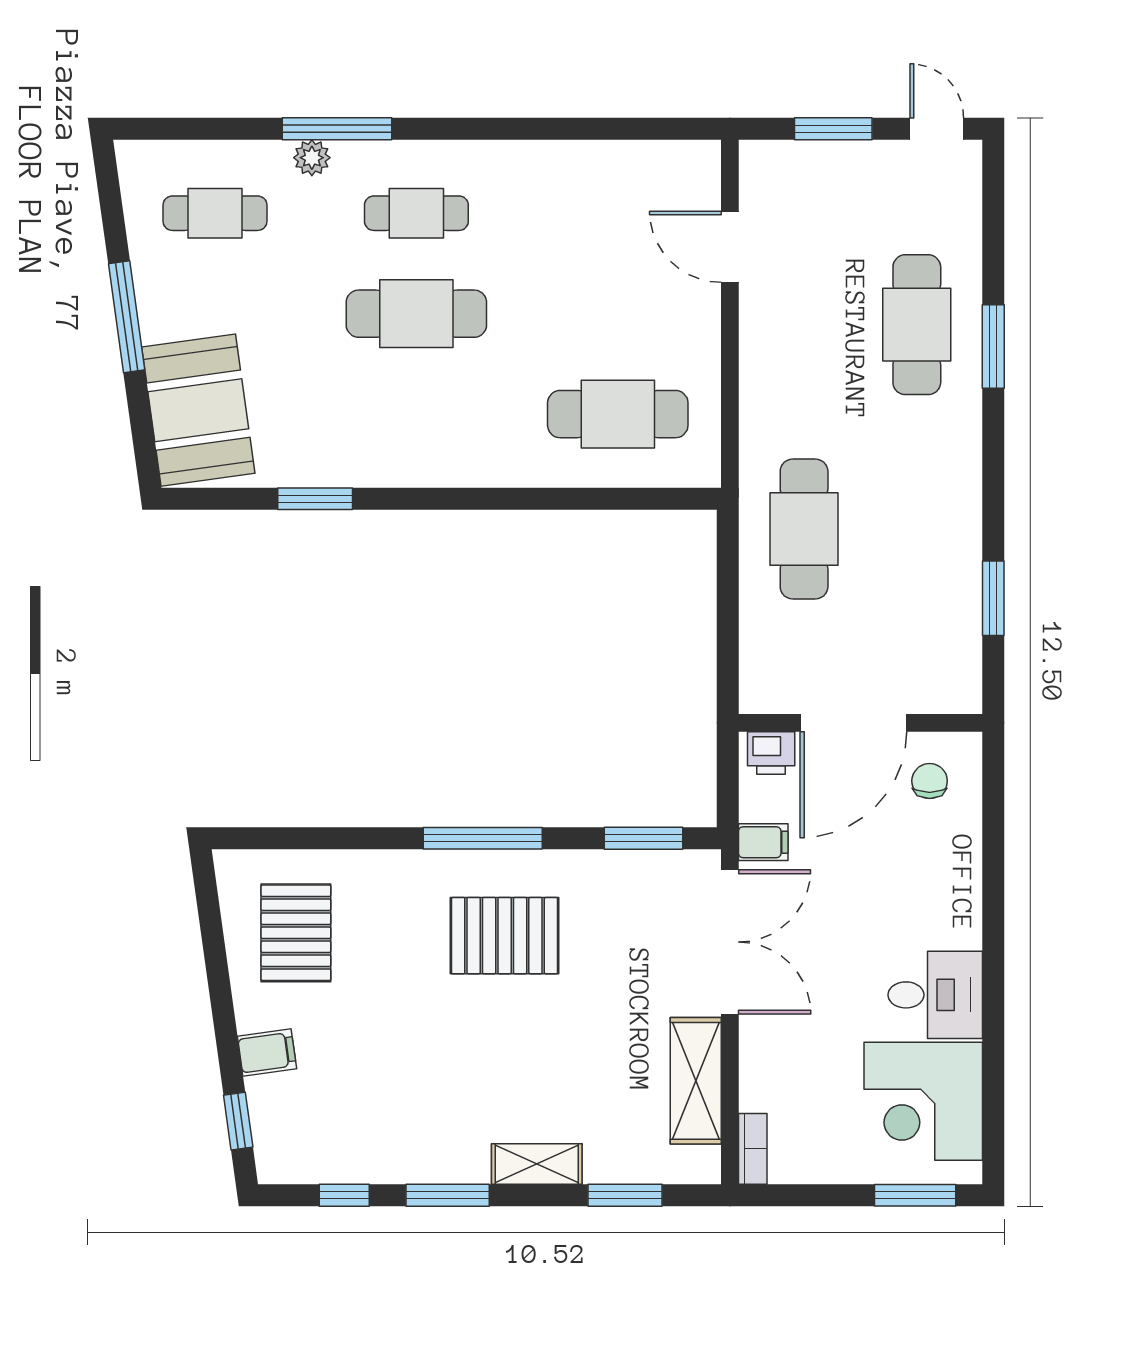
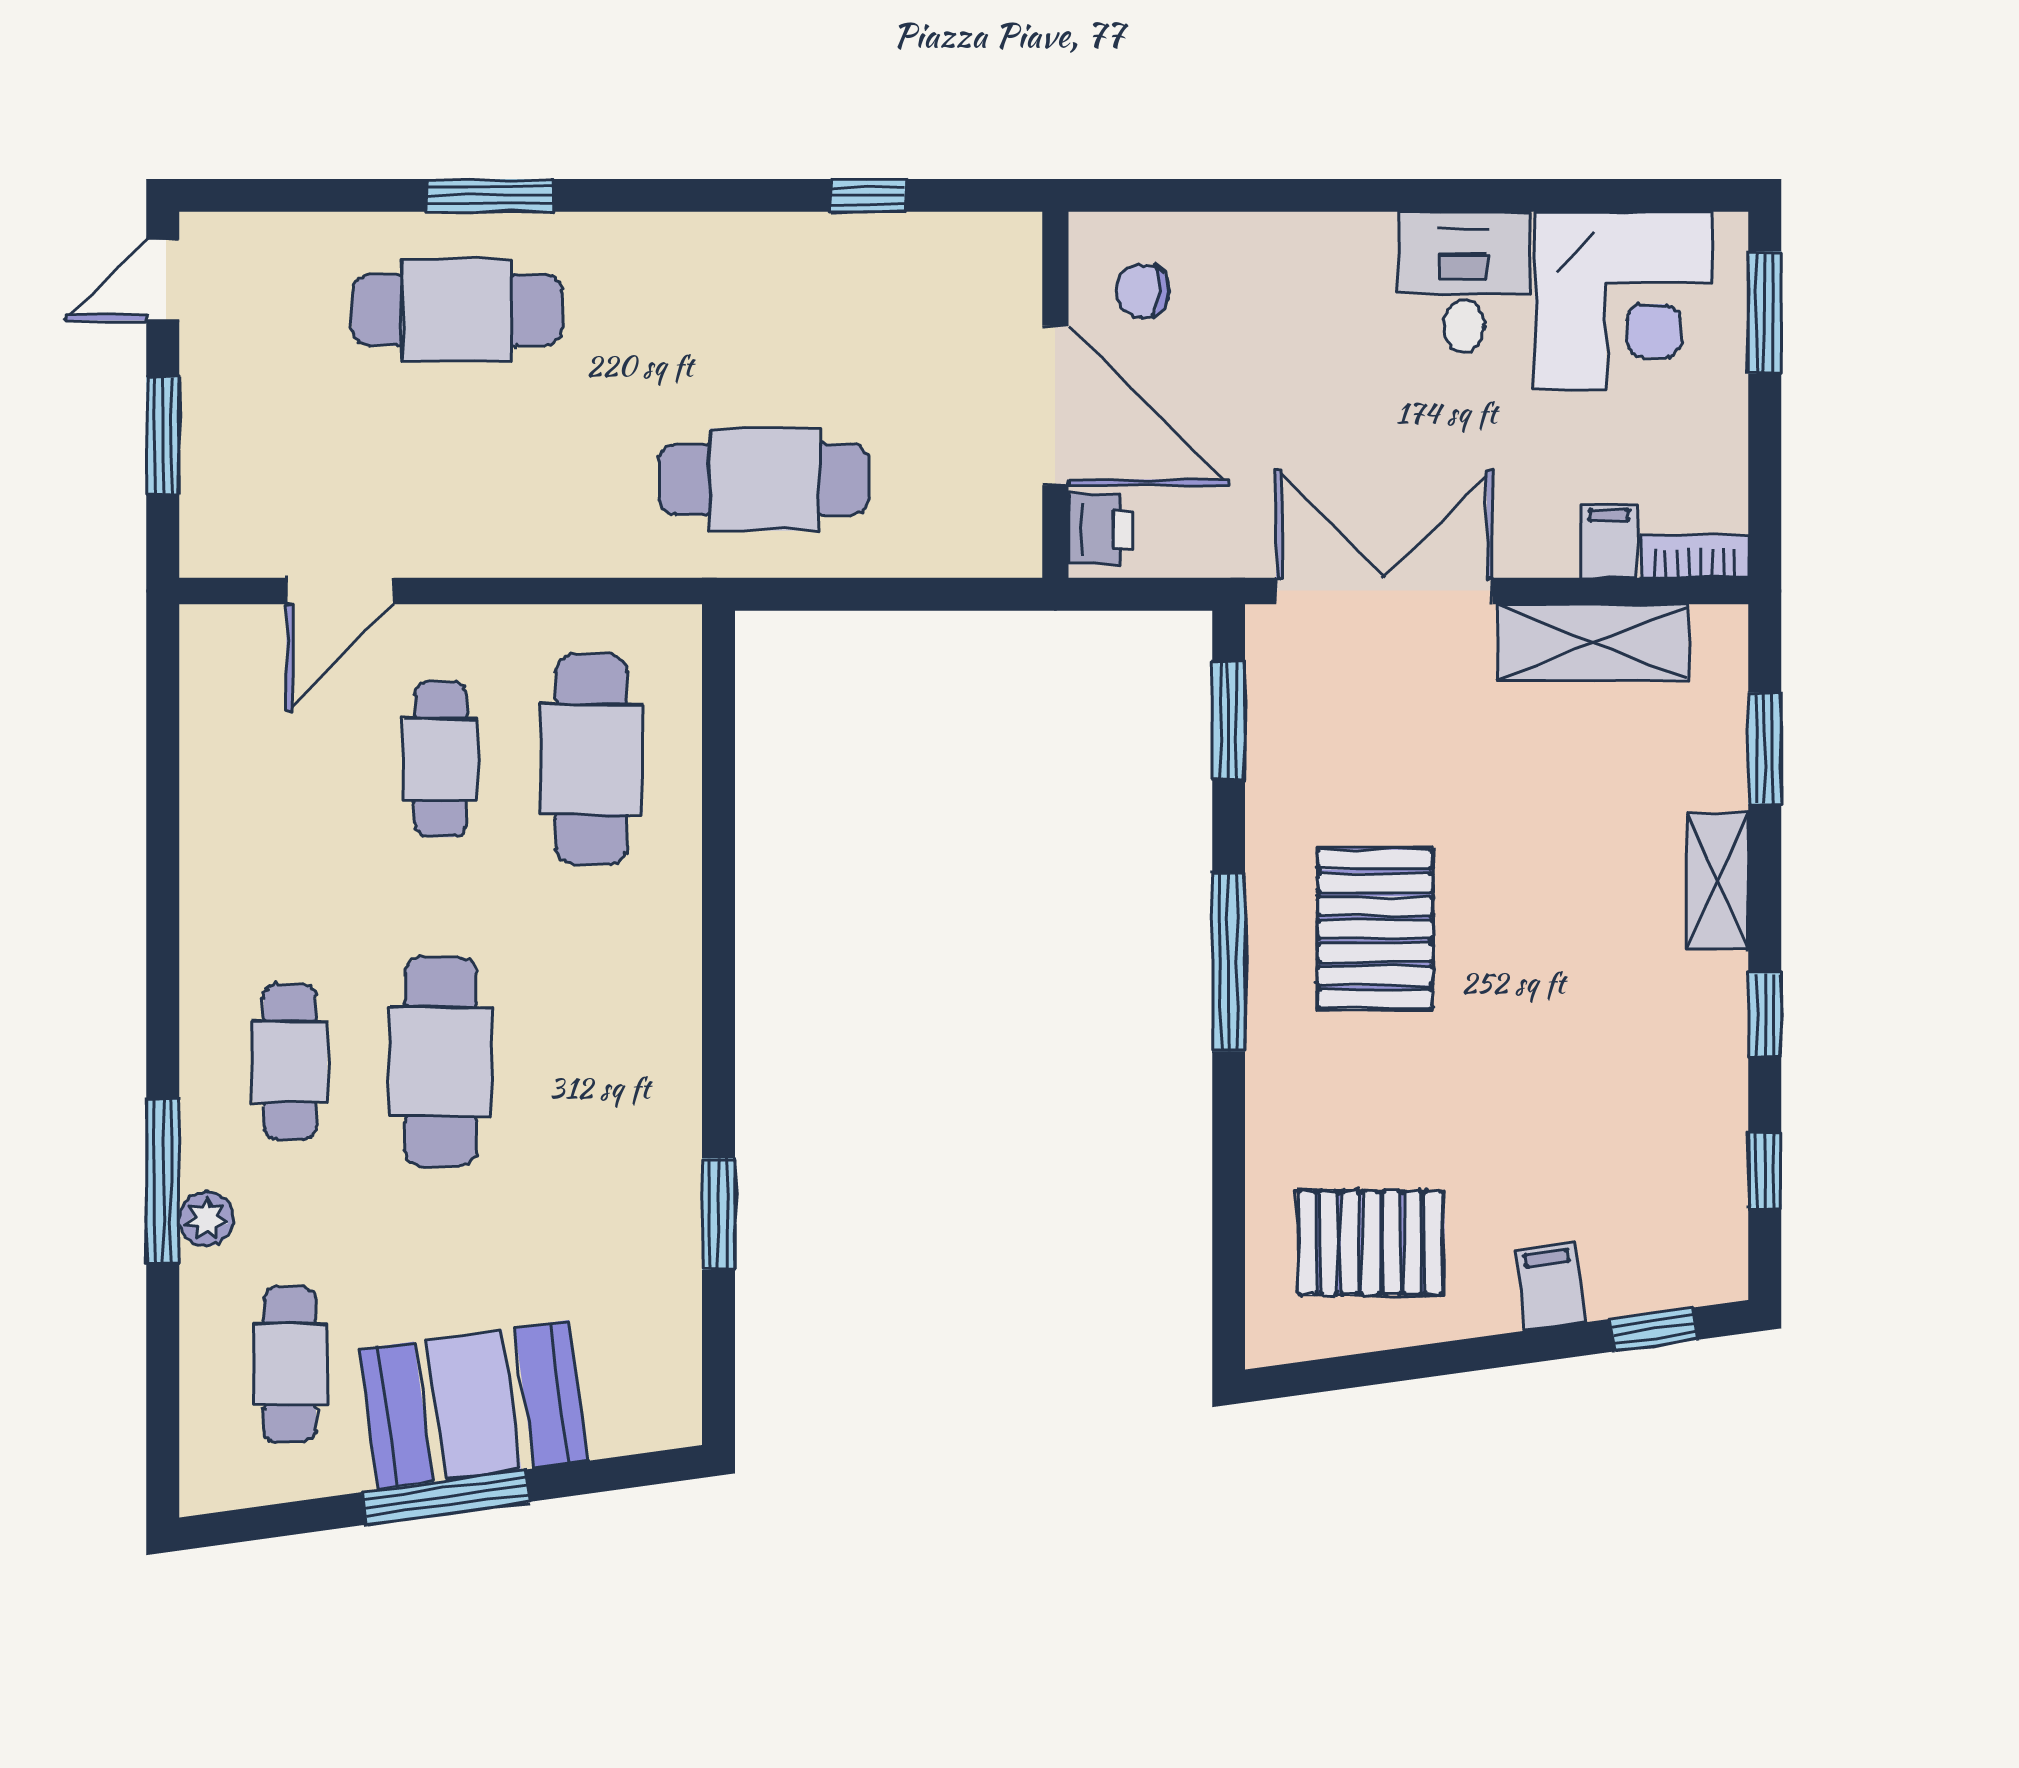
cafe table: (618, 314) -> (441, 759), added
booth: (198, 410) -> (474, 1405), moved
window: (993, 598) -> (868, 195), width x0.67
filing cabinet: (763, 842) -> (1609, 541), moved
window: (448, 1195) -> (1765, 1015), width x0.67

